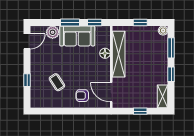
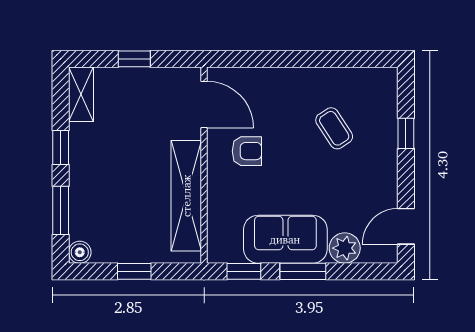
floor lamp: (105, 53) -> (219, 198), removed
armchair: (82, 96) -> (247, 151), moved

